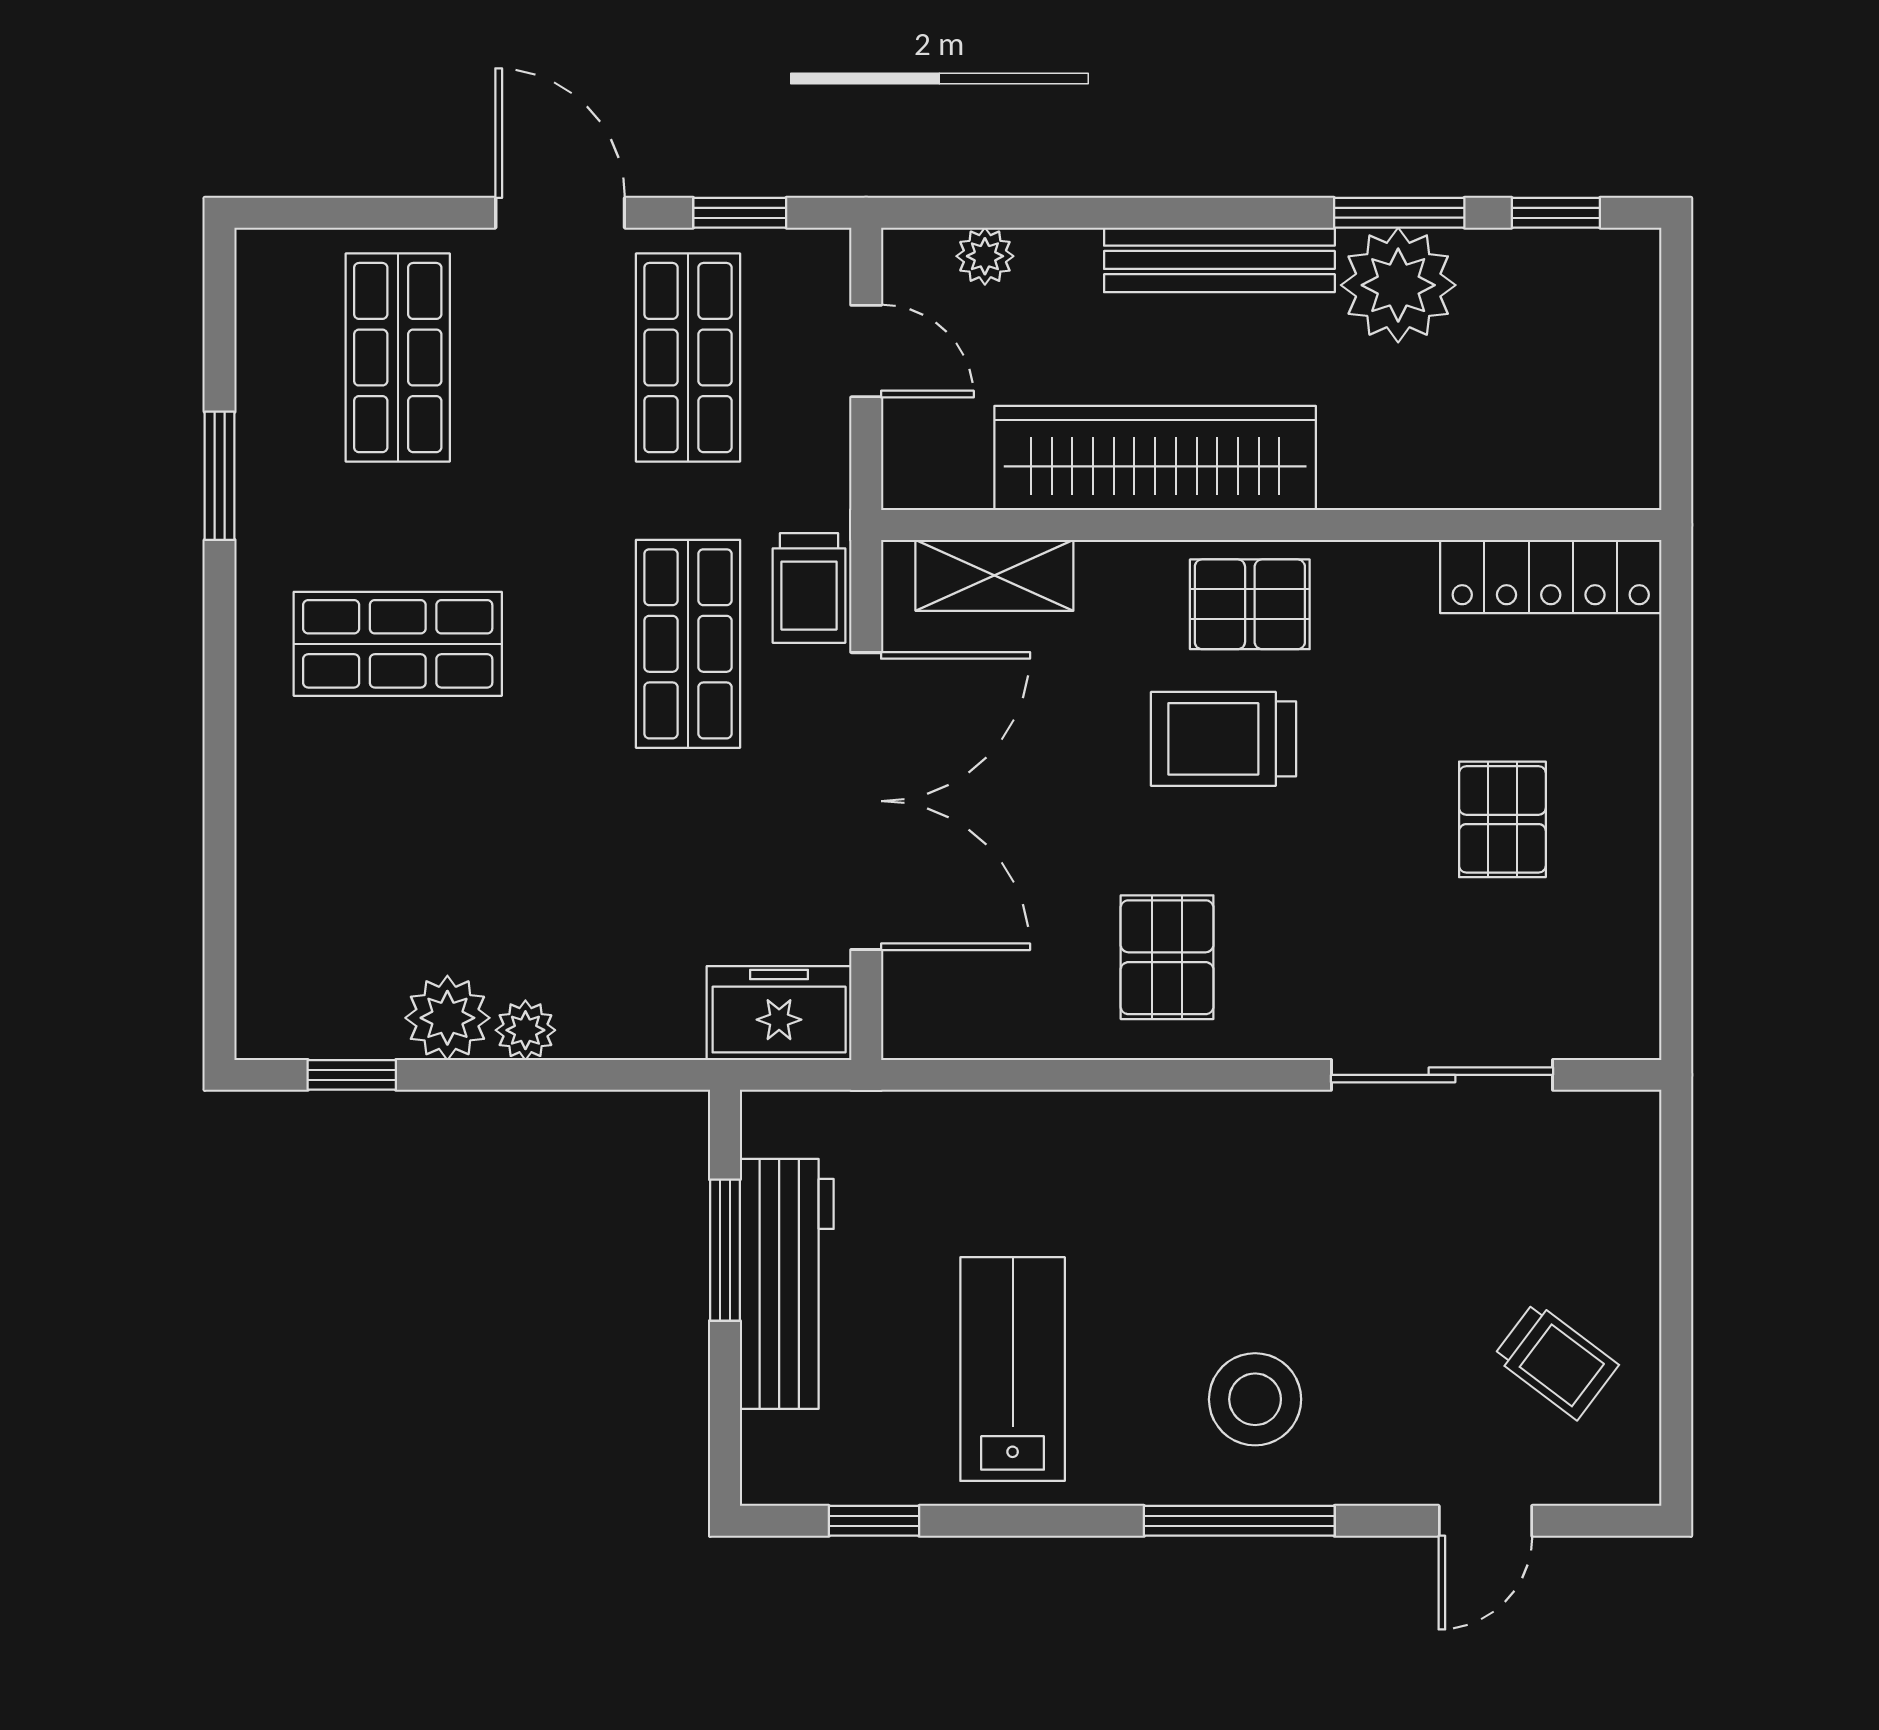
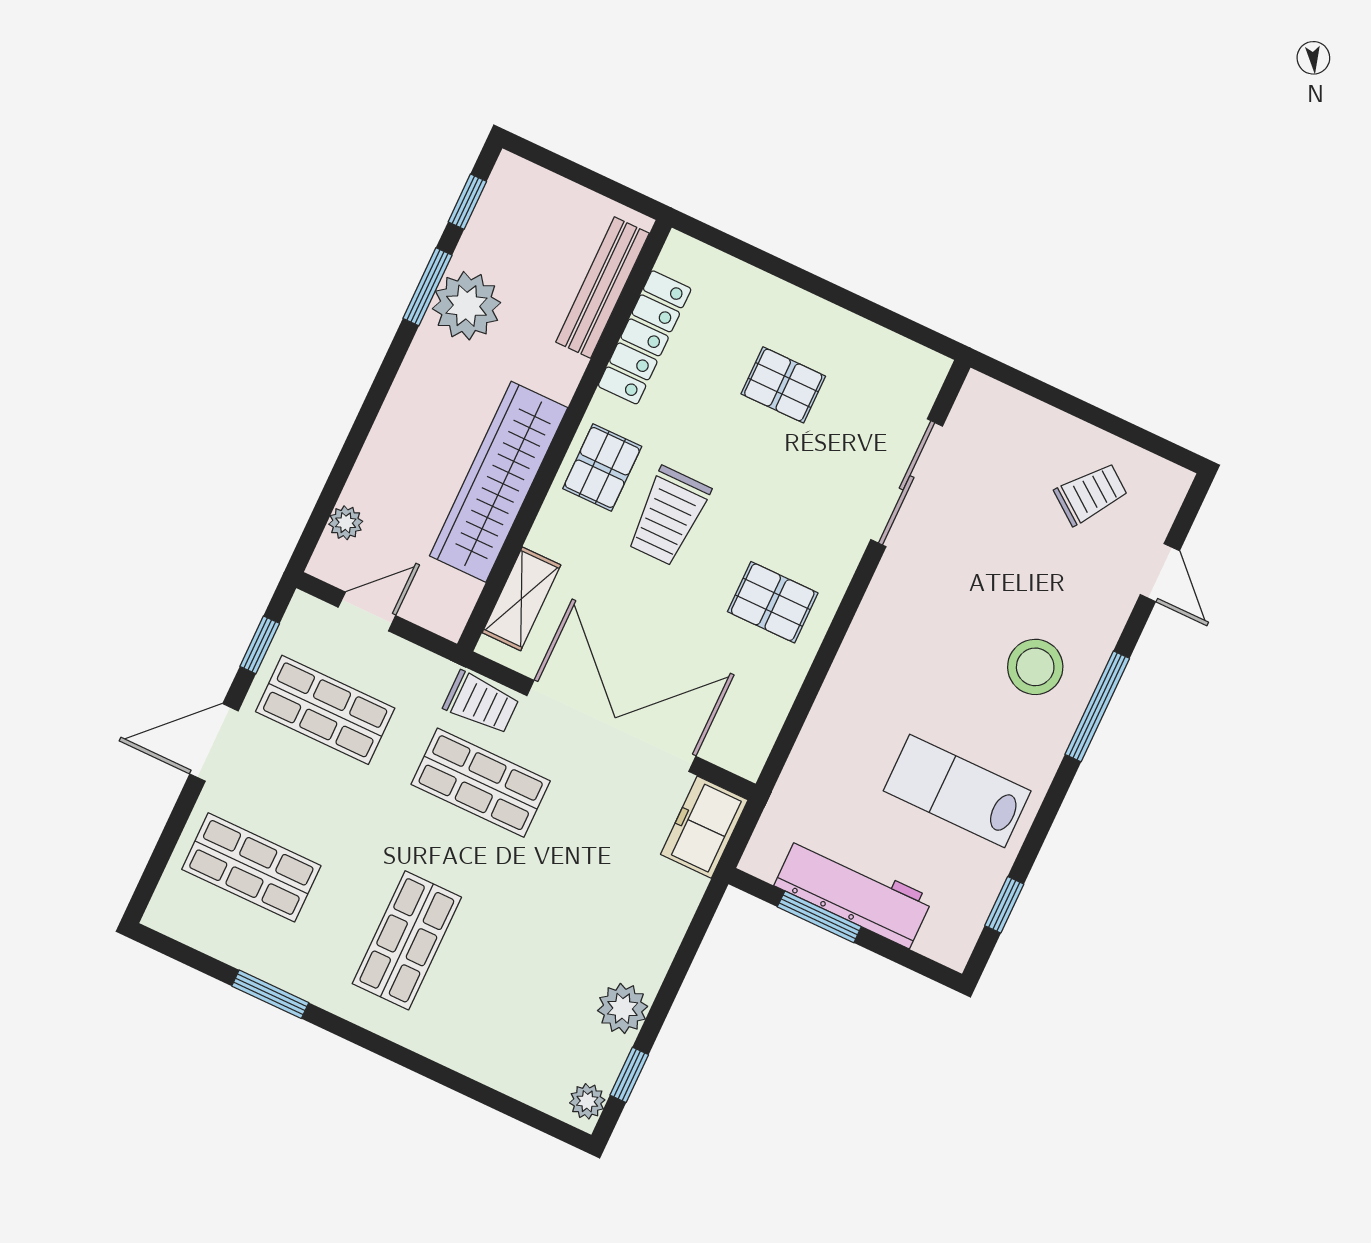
bench: (1219, 260) -> (603, 288), moved
locker: (1551, 576) -> (645, 337), moved
plant: (525, 1030) -> (587, 1101), moved

